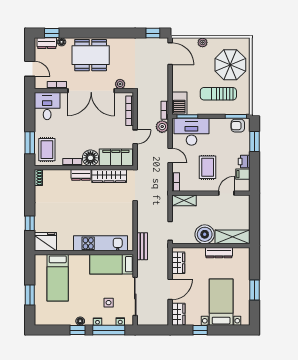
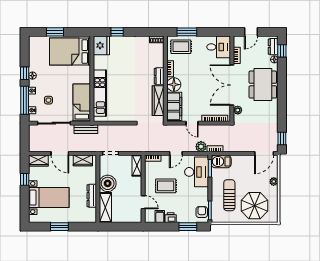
bench: (142, 246) -> (86, 129), moved
bed: (58, 278) -> (70, 52), width x1.50

